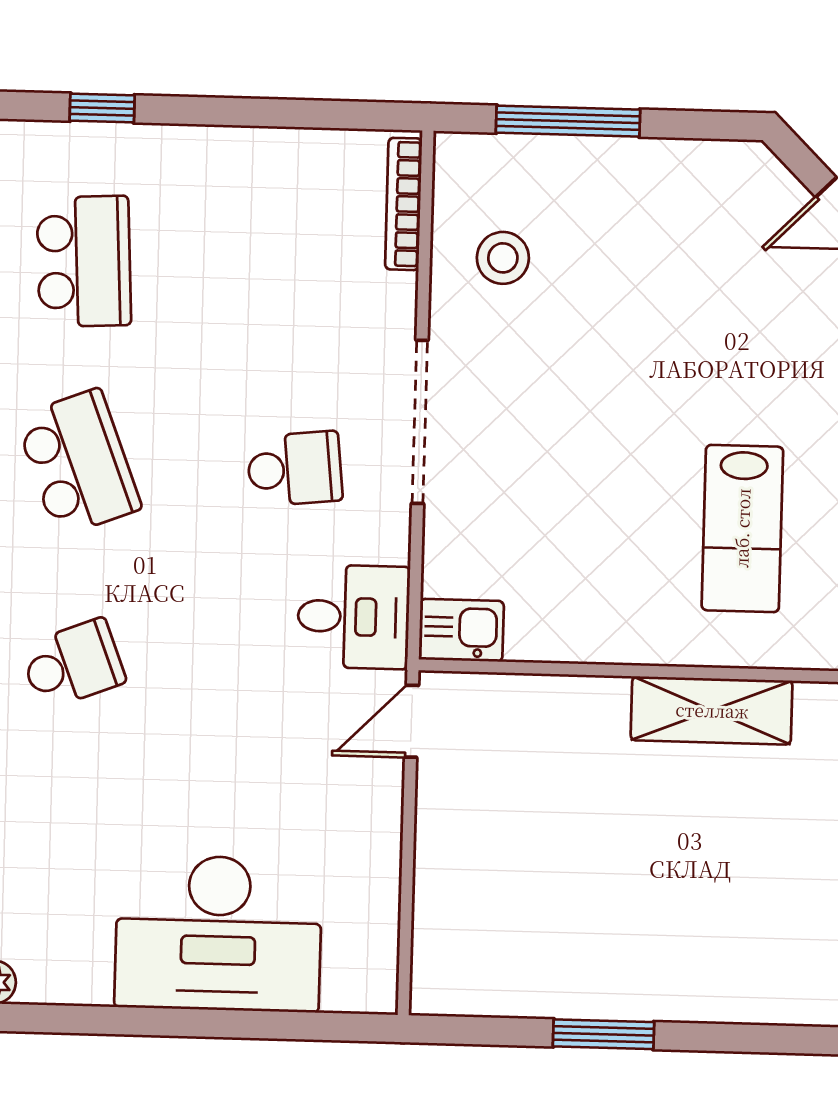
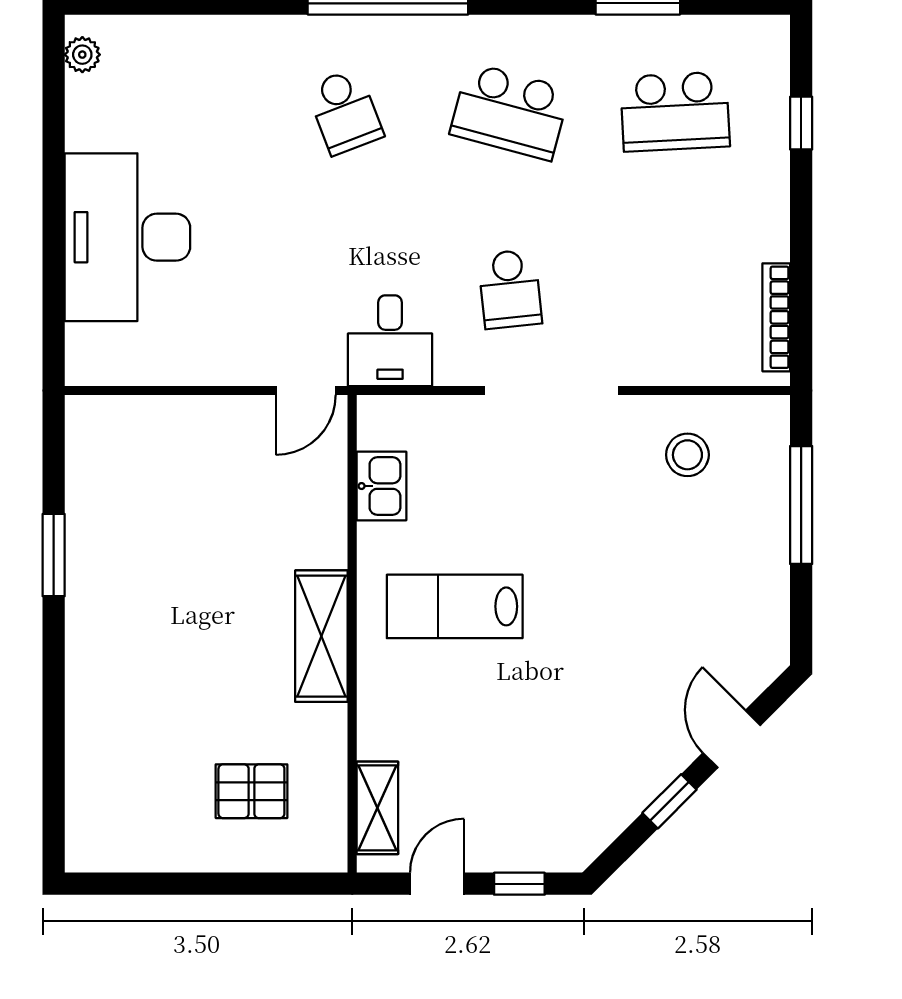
bookcase: (404, 204) -> (776, 317), moved, turned -90
school desk: (78, 463) -> (510, 112), turned 36
lab bench: (742, 528) -> (455, 606), moved
kitchen sink: (461, 630) -> (381, 486), moved
door: (411, 721) -> (306, 391), swing flipped

